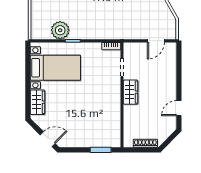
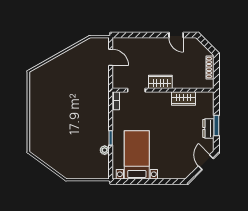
plant: (60, 30) -> (105, 150), width x0.53, depth x0.53
wardrobe: (38, 102) -> (183, 99), moved, turned 180
dresser: (83, 142) -> (208, 128), added
window: (101, 150) -> (216, 126), moved

